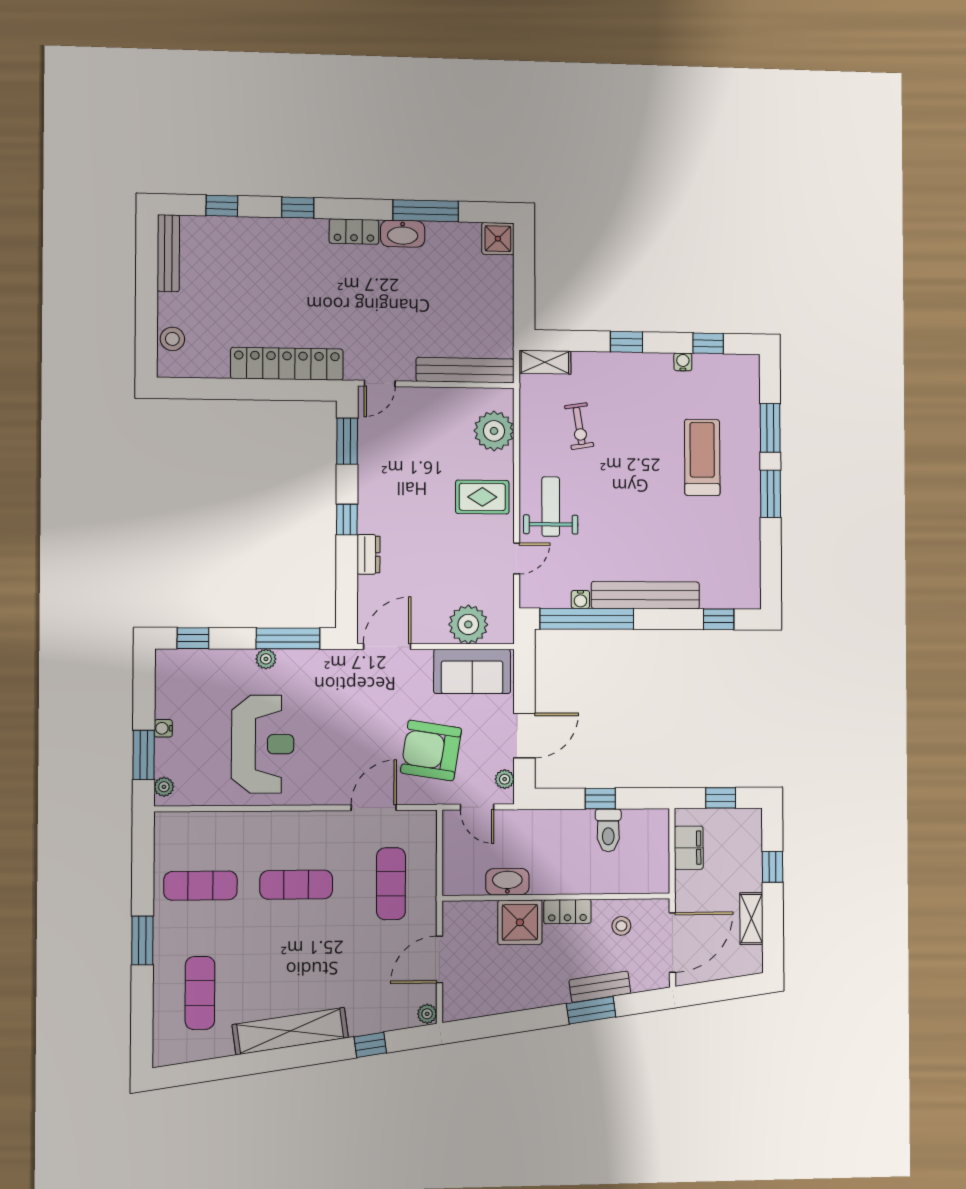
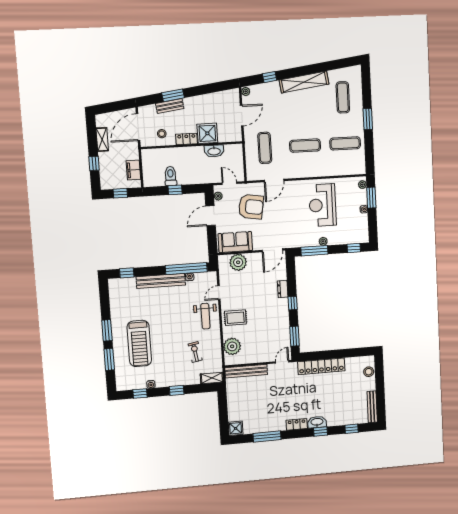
washbasin: (403, 234) -> (317, 422), moved
treadmill: (702, 457) -> (139, 343), width x1.37, depth x1.38

